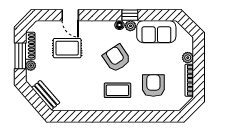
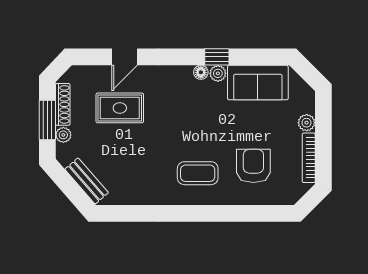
door: (70, 15) -> (125, 57), hinge flipped
armchair: (117, 58) -> (196, 124), removed

